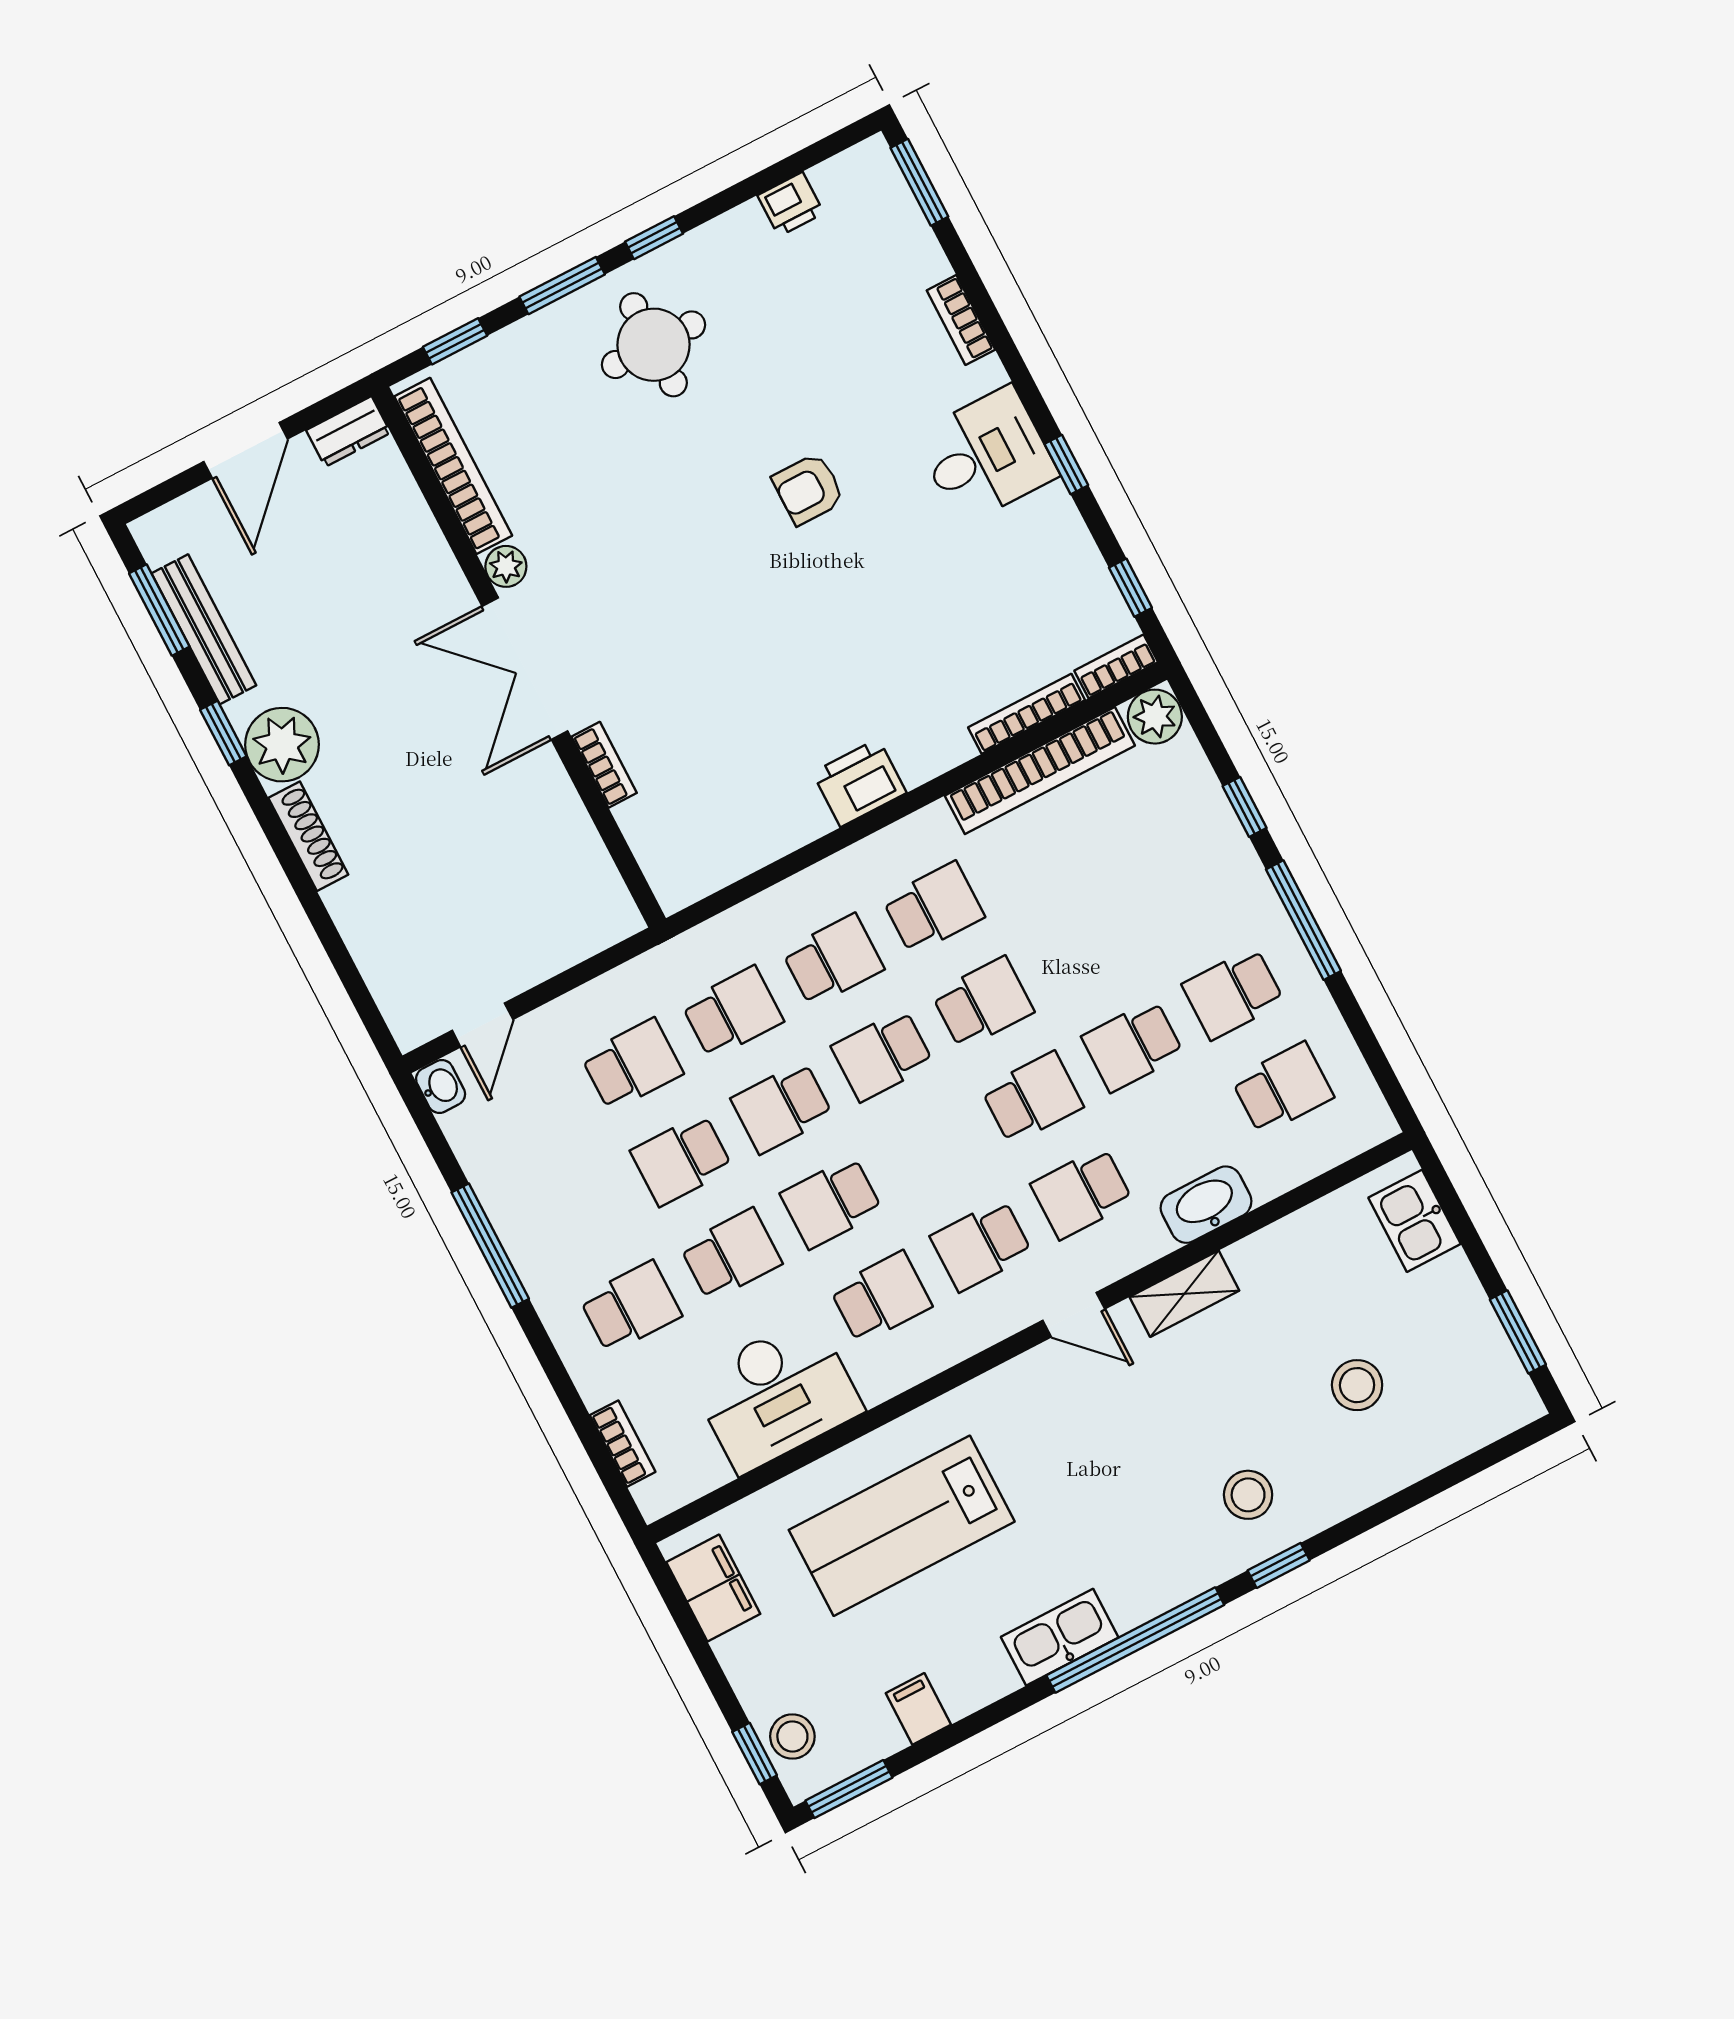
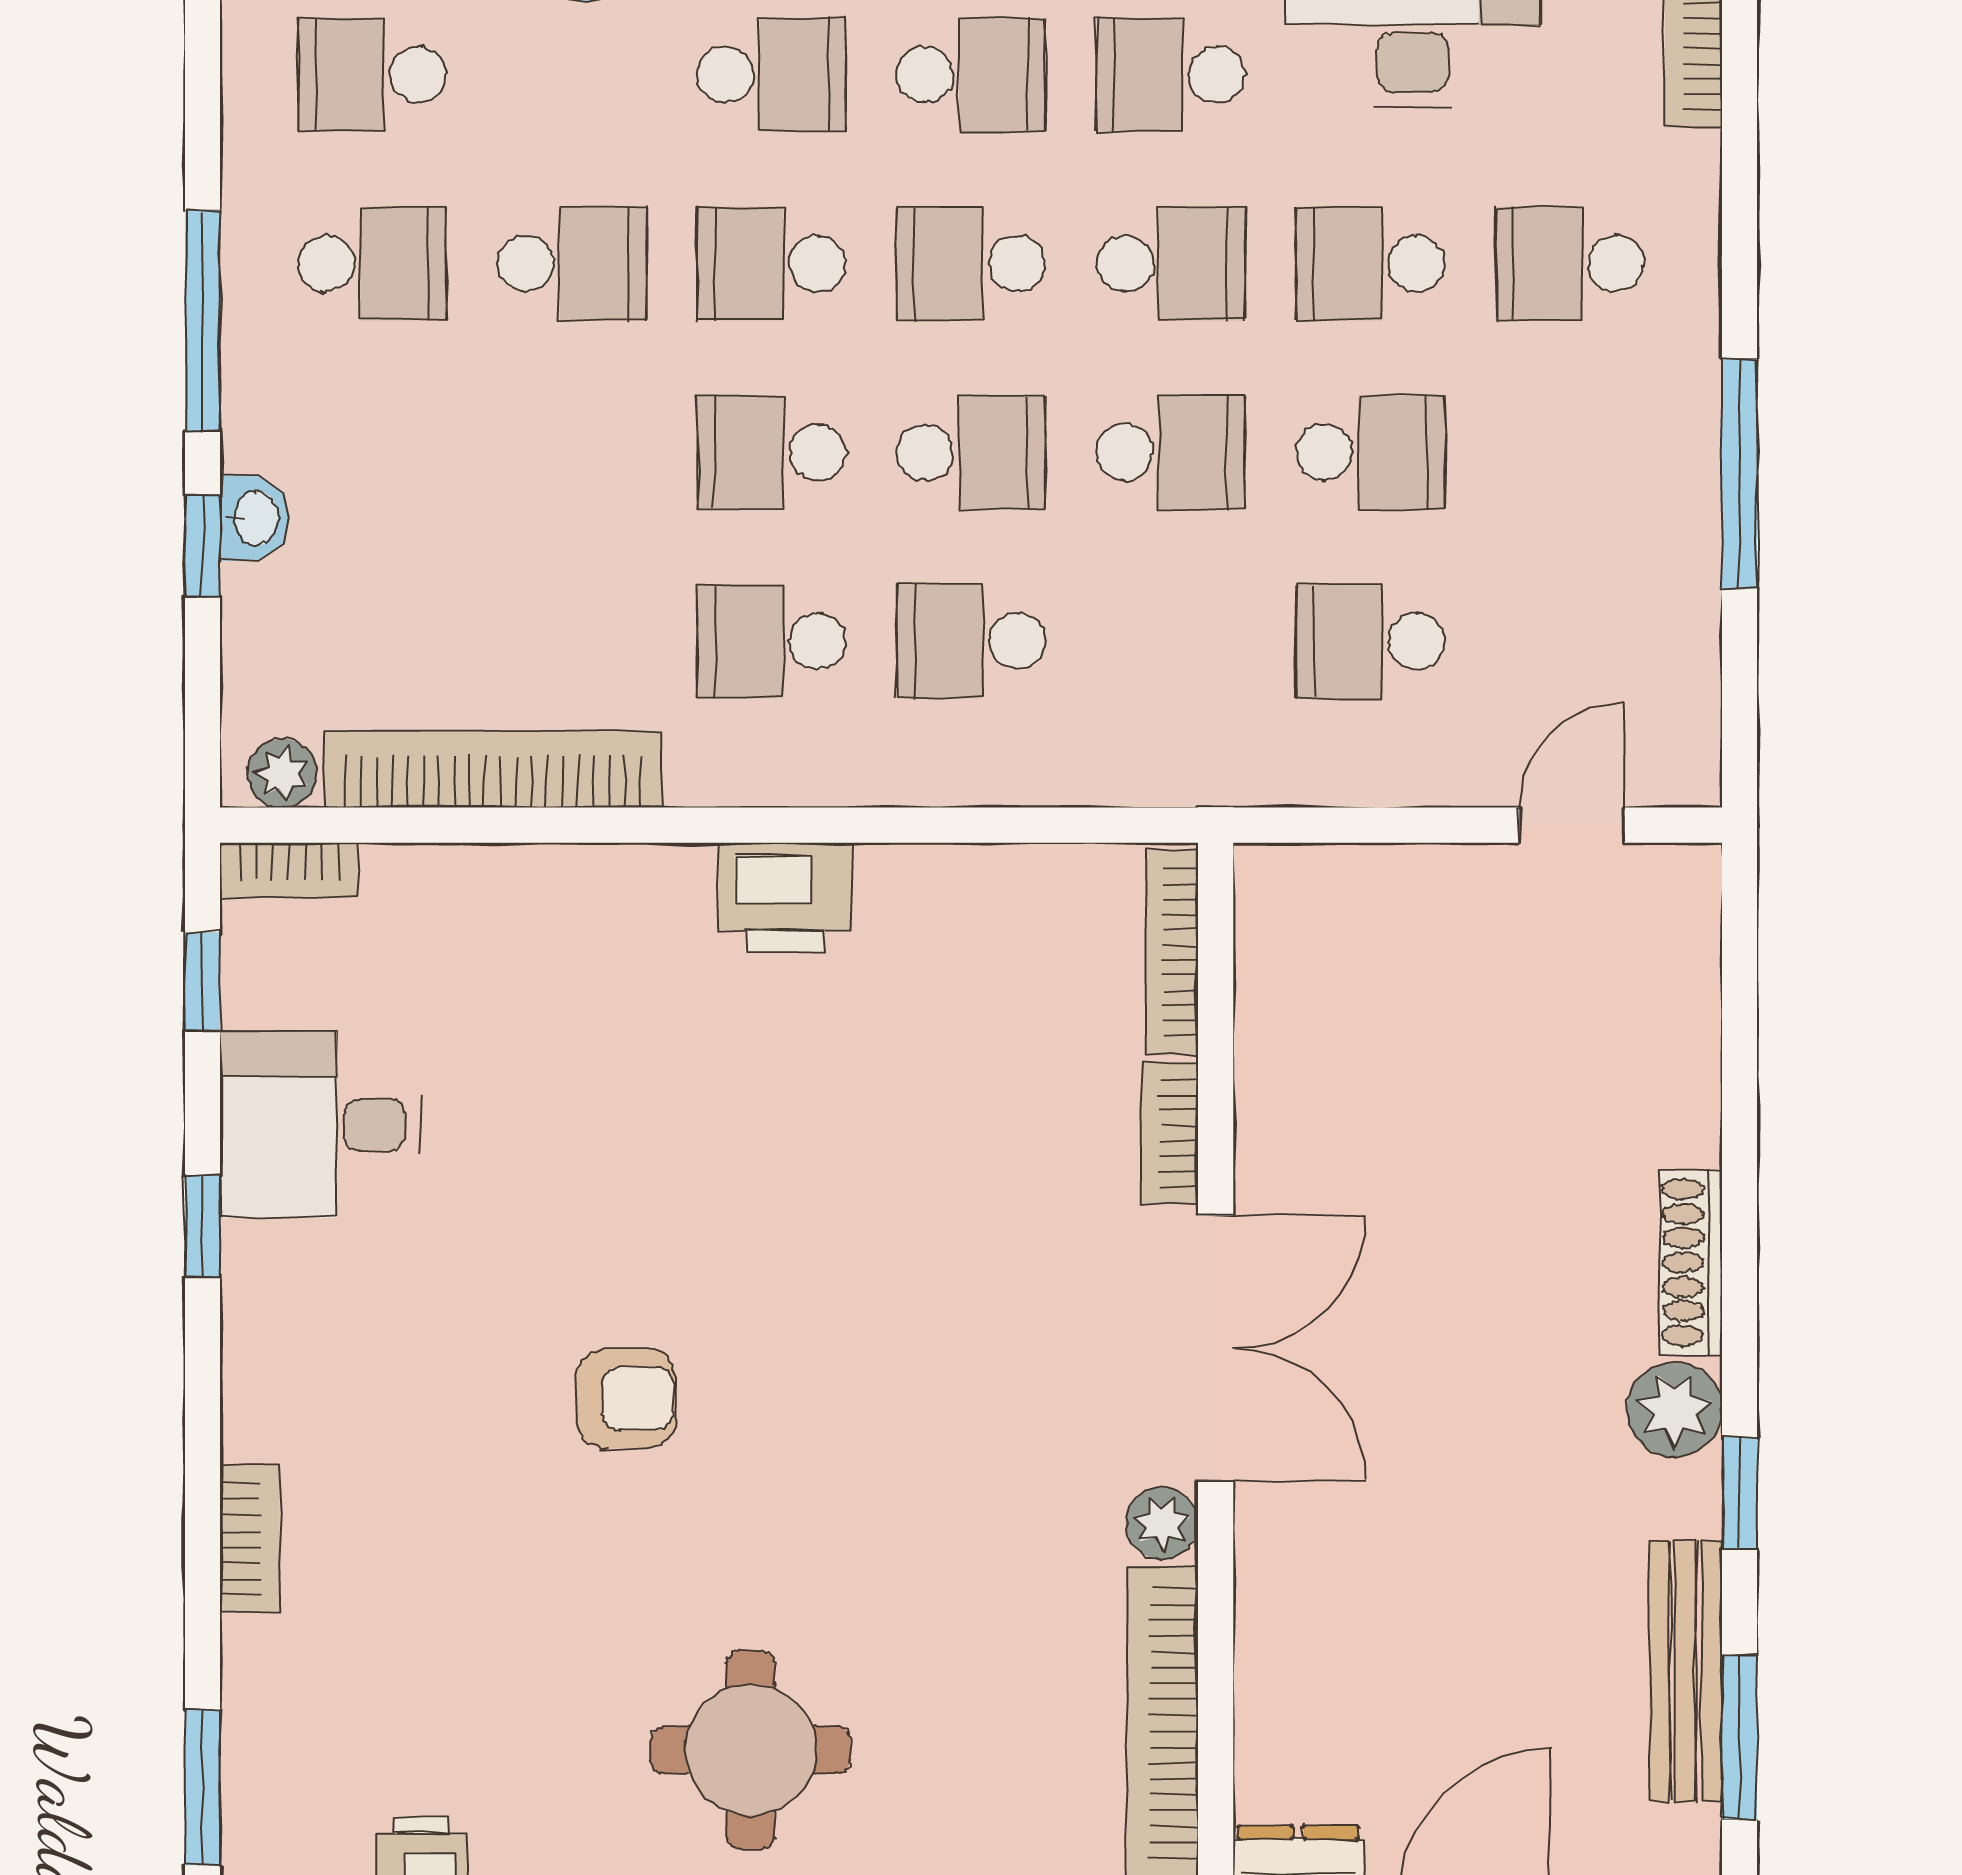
desk: (986, 455) -> (320, 1125), moved
bookcase: (1027, 714) -> (1172, 953), moved, turned 90
plant: (1155, 717) -> (282, 773), width x0.73, depth x0.73
plant: (282, 745) -> (1674, 1410), width x0.73, depth x0.73
school desk: (733, 1012) -> (971, 264), moved
washbasin: (441, 1087) -> (255, 518), moved, turned 180

